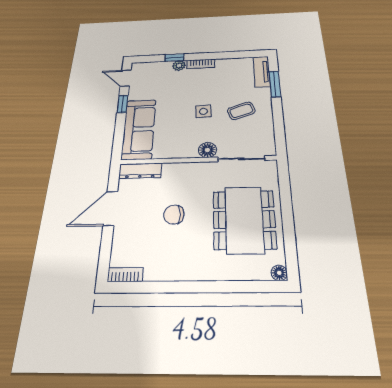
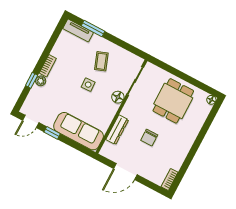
dresser: (140, 171) -> (117, 130), moved
door: (110, 208) -> (125, 172), hinge flipped
dining table: (244, 220) -> (173, 101), width x0.73

